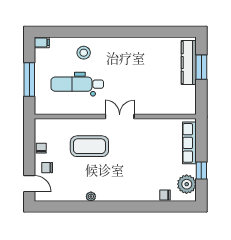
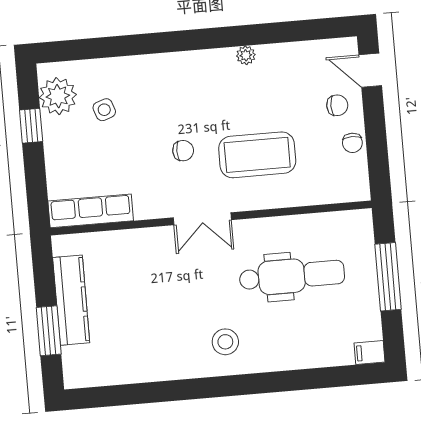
stool: (84, 53) -> (225, 342), moved
kitchen counter: (189, 63) -> (71, 300), moved
row of seats: (189, 143) -> (91, 211), moved, turned -90
side table: (164, 175) -> (104, 110), added
chair: (165, 195) -> (183, 151), moved

